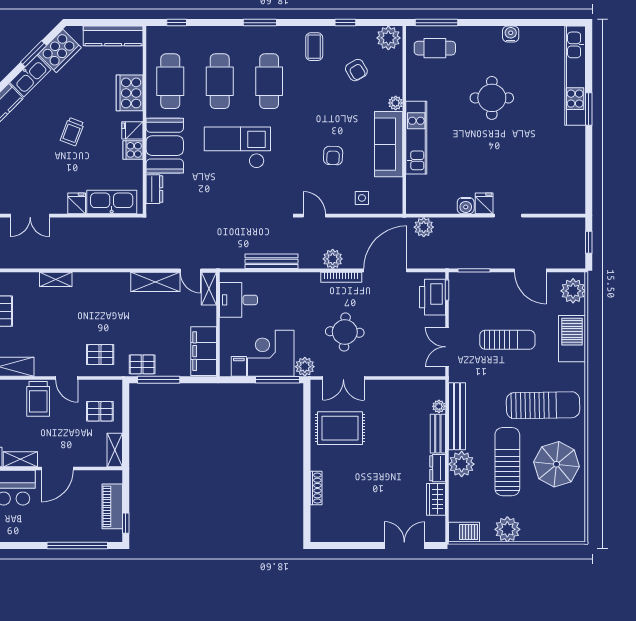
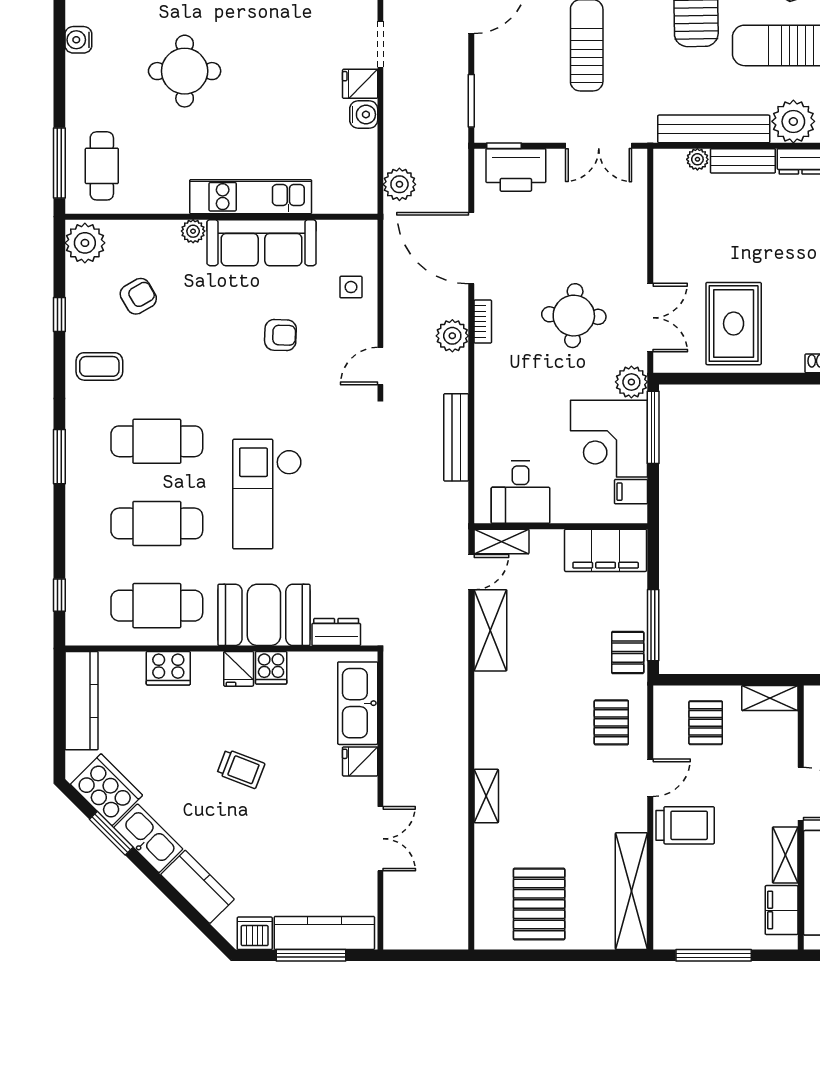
cooker: (130, 93) -> (168, 668), width x0.73, depth x0.76
bookcase: (341, 277) -> (483, 322), width x0.64

